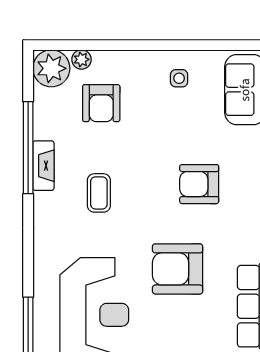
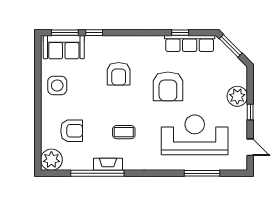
plant: (81, 59) -> (46, 142), removed
side table: (179, 78) -> (57, 85), width x1.87, depth x1.87

